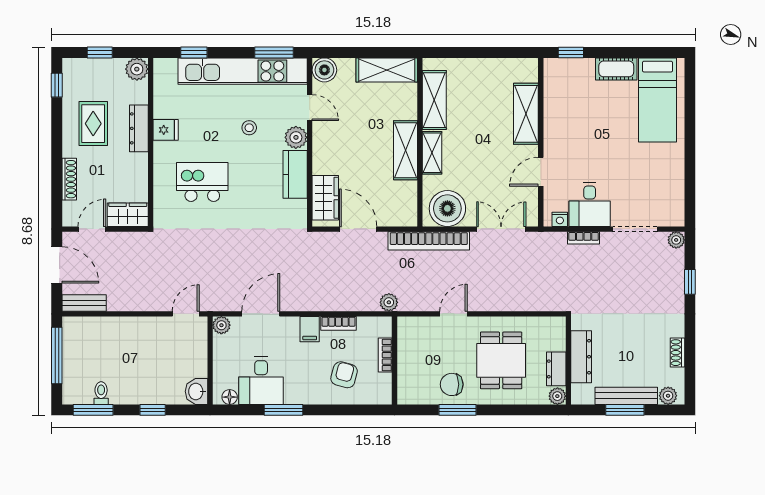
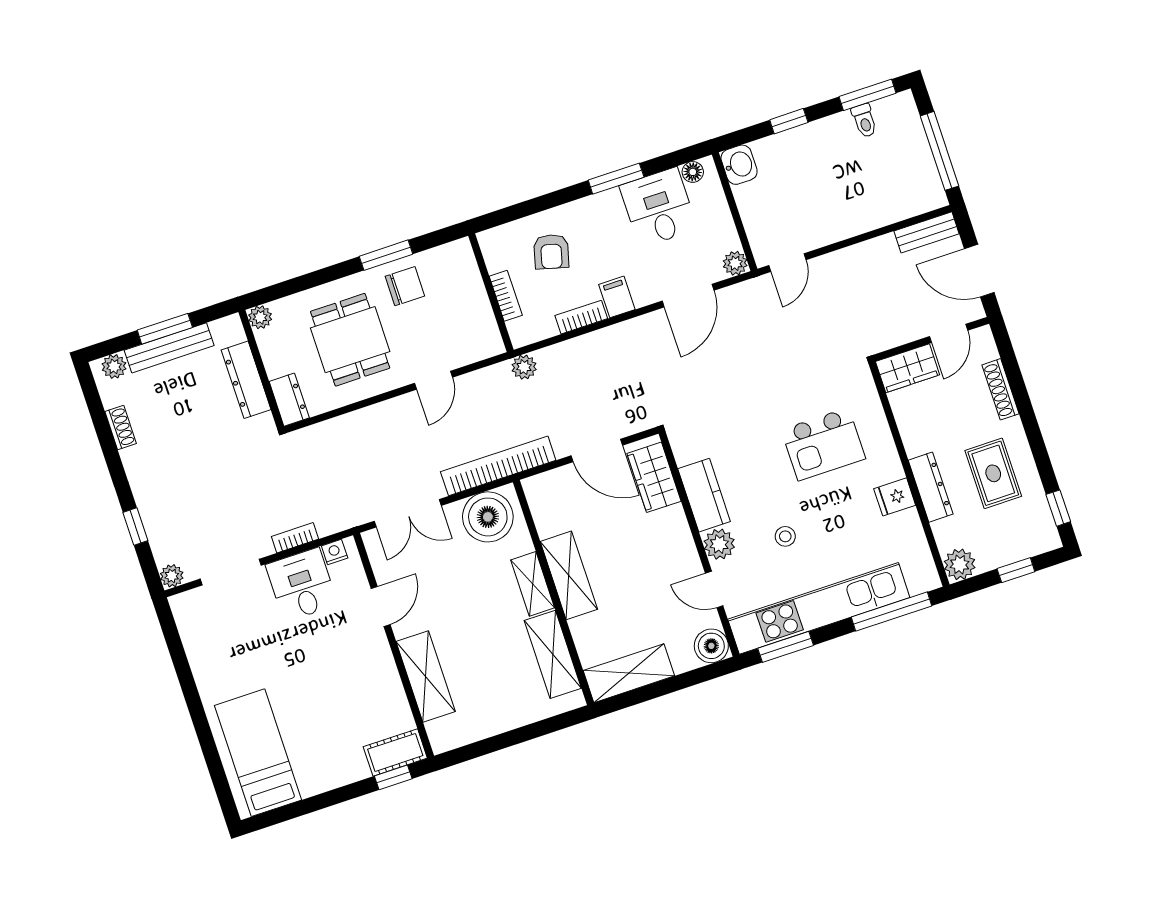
window: (194, 52) -> (892, 612), width x2.17
cot: (616, 69) -> (395, 752), moved
dresser: (556, 369) -> (289, 400), moved

